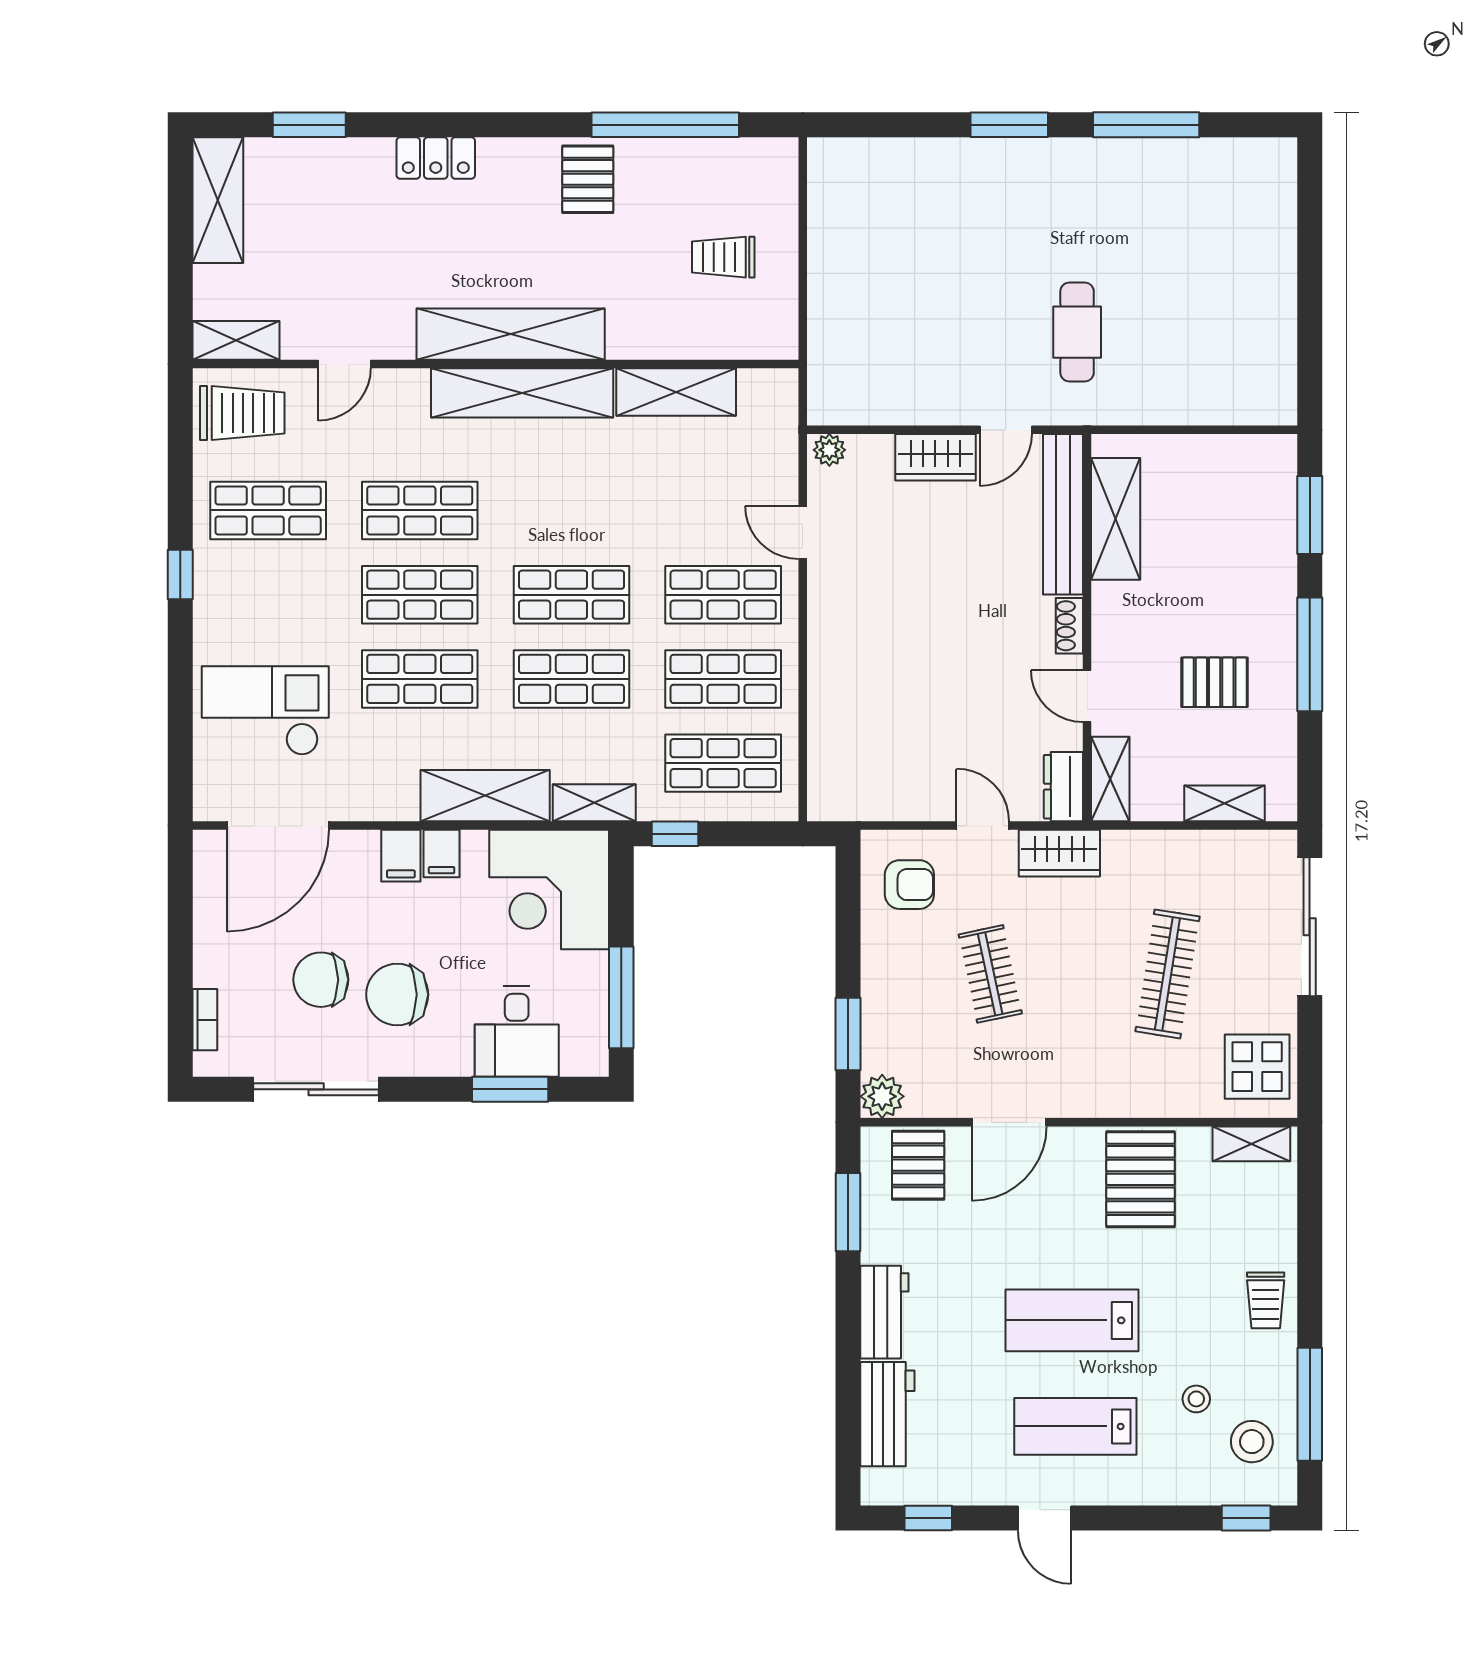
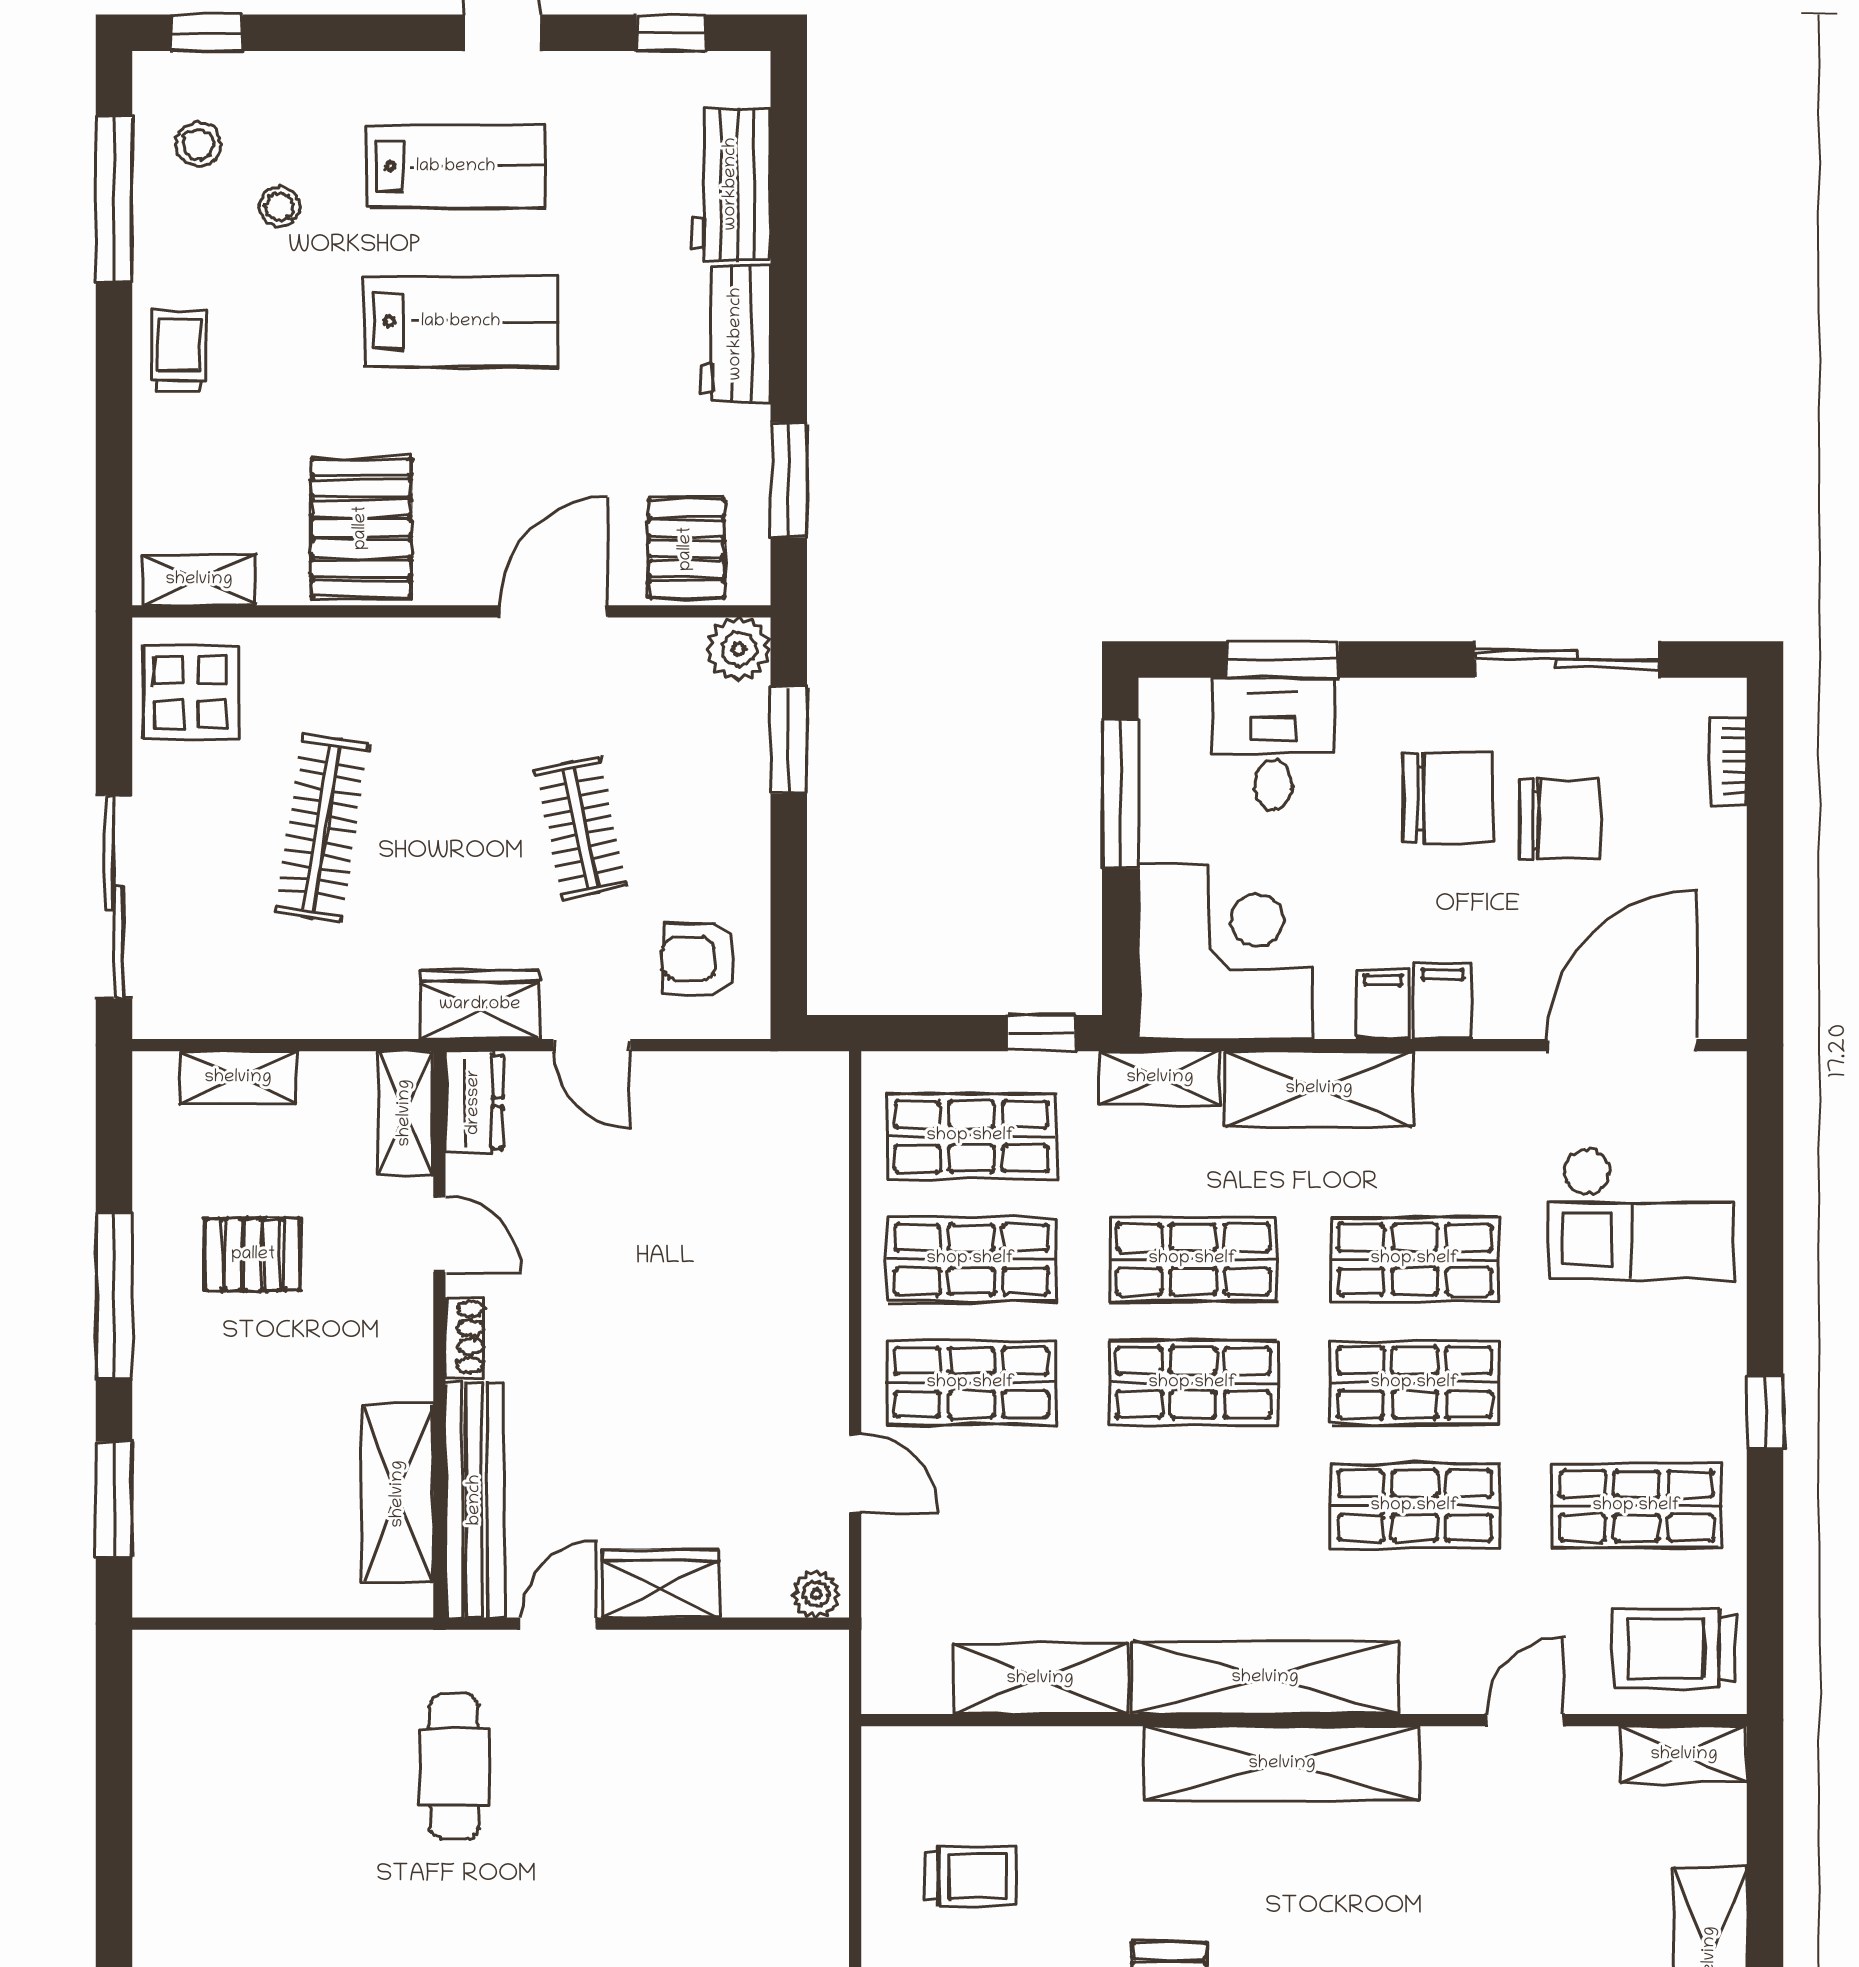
stool: (1252, 1442) -> (198, 144), width x0.73, depth x0.73

